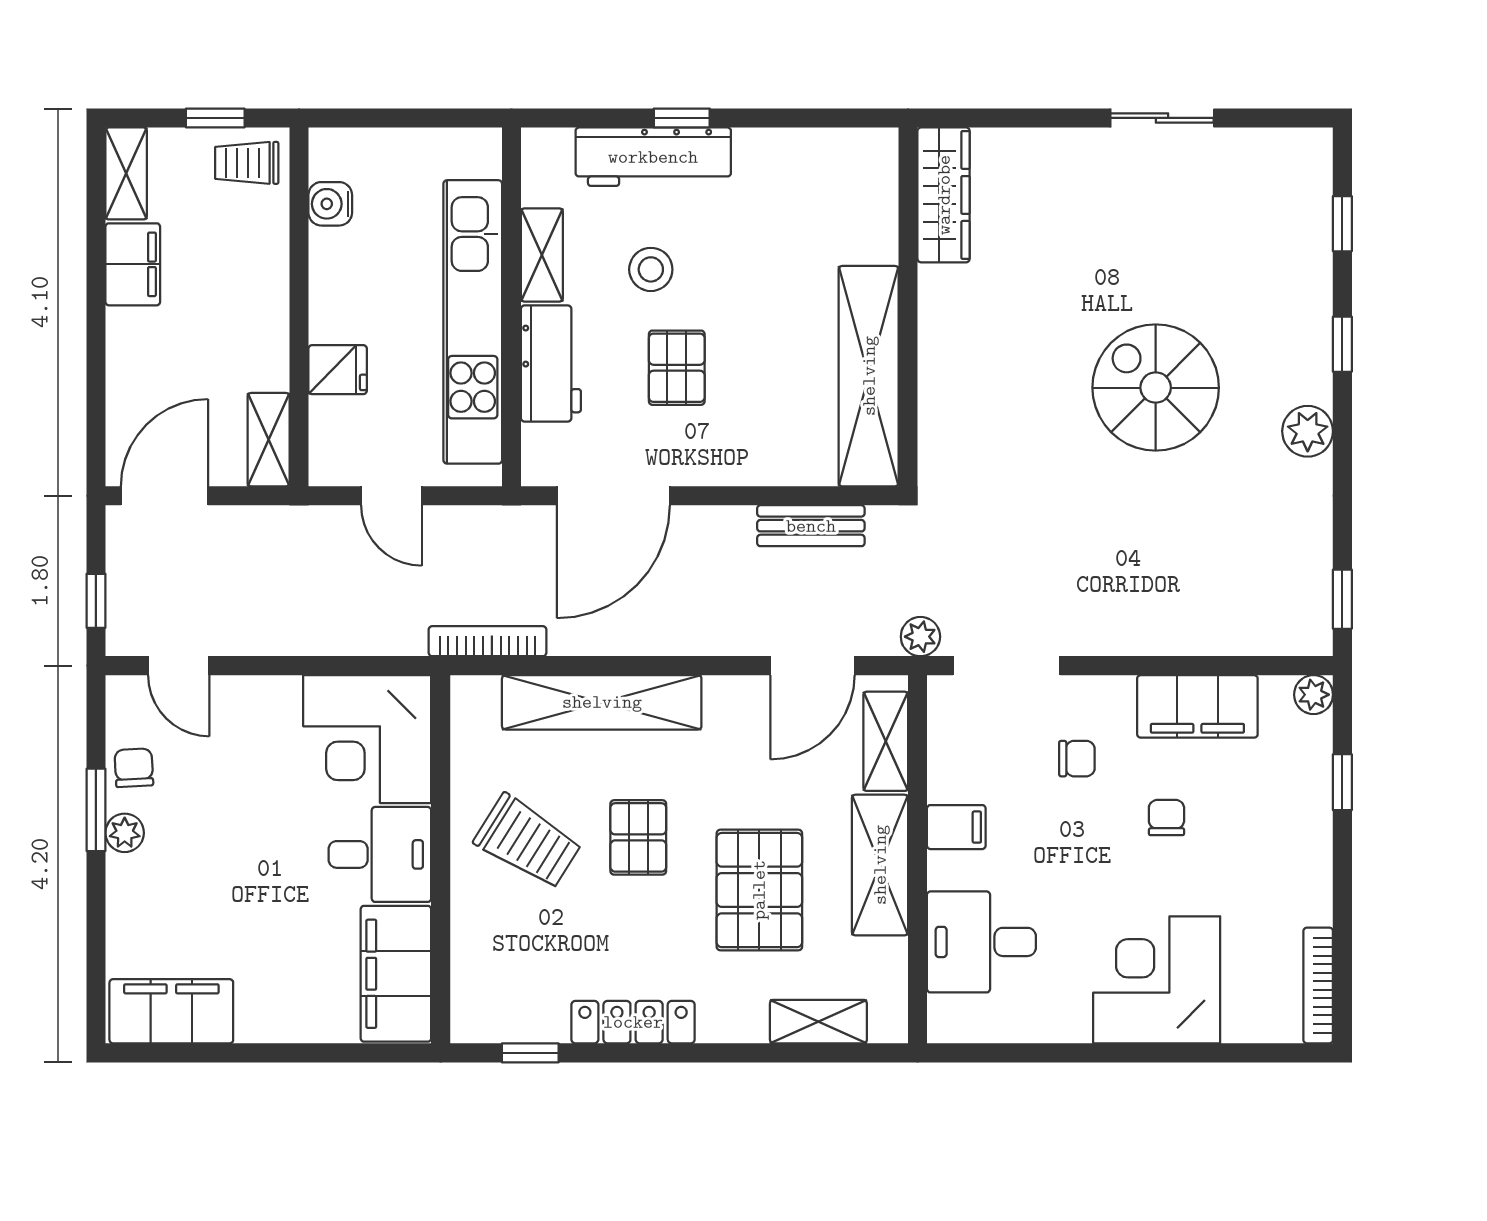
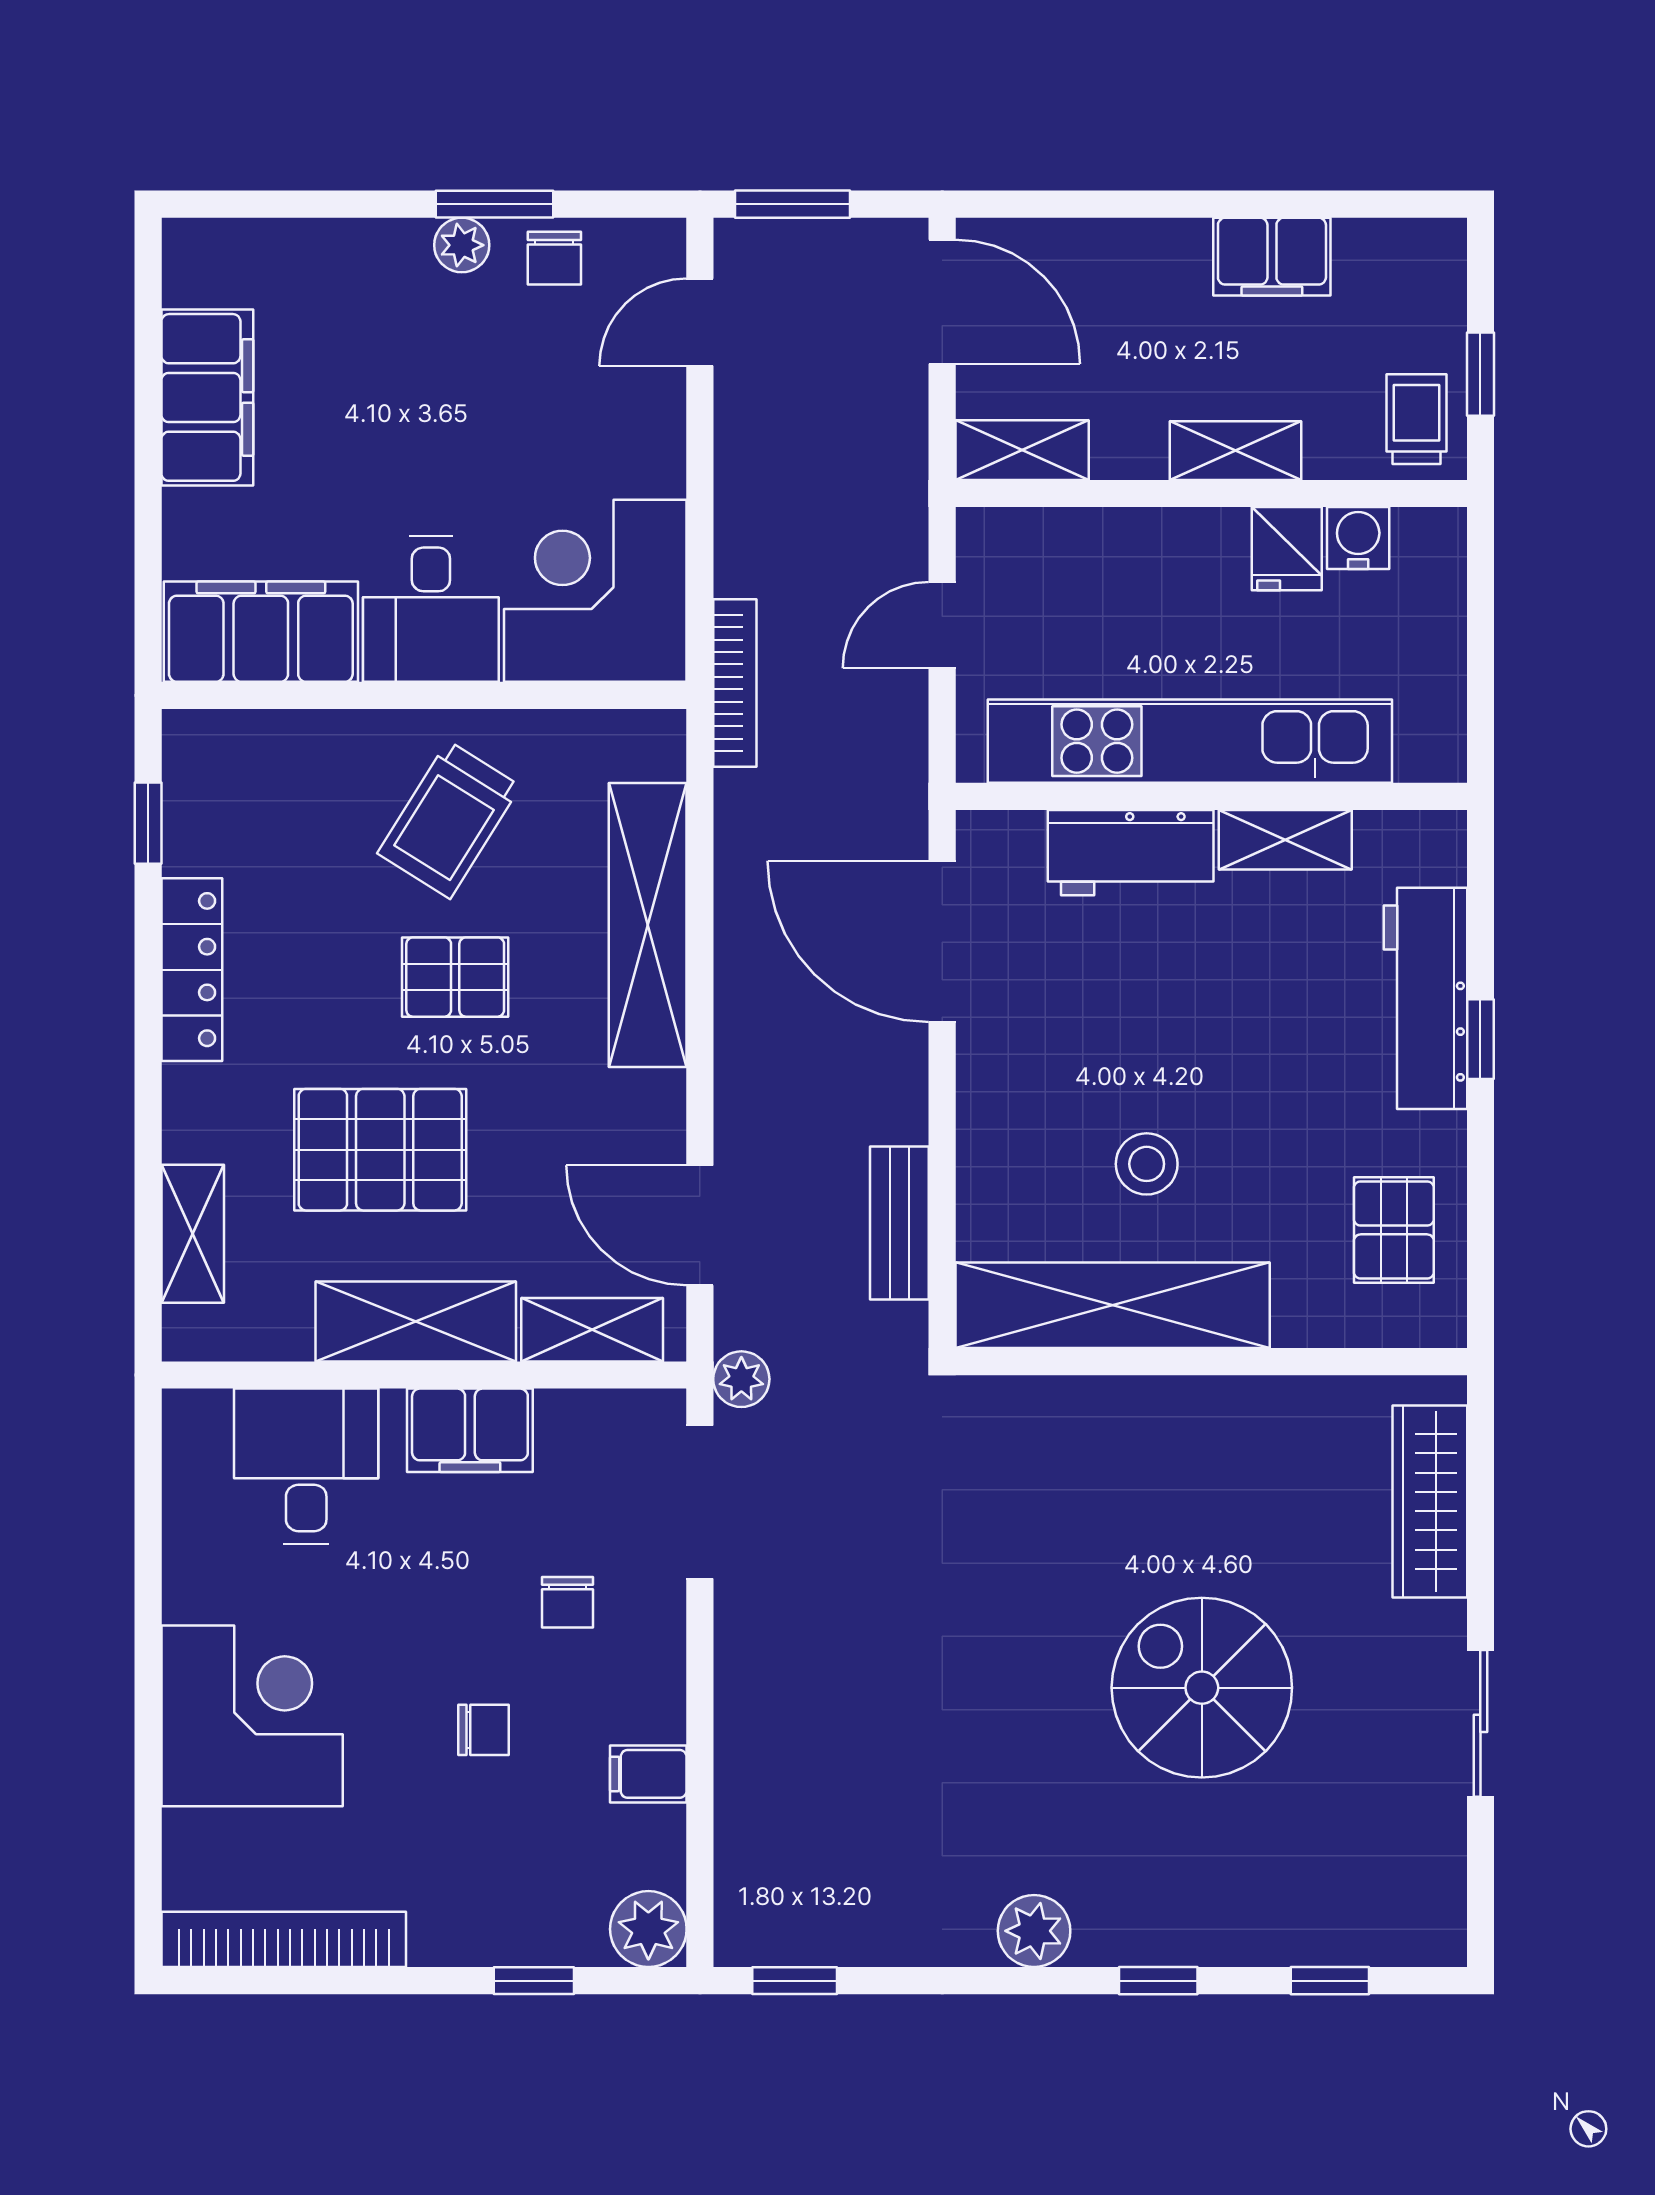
shelving: (126, 173) -> (1235, 451), moved
wardrobe: (944, 195) -> (1430, 1502), moved, turned 90
stool: (651, 269) -> (1147, 1164), moved
pallet: (677, 368) -> (1394, 1230), moved, turned 90
fridge: (338, 370) -> (1287, 549), moved
spiral stairs: (1156, 388) -> (1202, 1688), moved, turned -90
window: (96, 601) -> (792, 204), width x1.50
bookcase: (487, 641) -> (735, 683), moved
plant: (1314, 695) -> (648, 1929), width x1.38, depth x1.38
filing cabinet: (1197, 706) -> (648, 1774), width x0.33, depth x0.86
chair: (134, 768) -> (554, 258), turned 93
filing cabinet: (956, 827) -> (470, 1430), width x2.00
bookcase: (1318, 985) -> (284, 1939), width x1.48, depth x1.31
filing cabinet: (171, 1011) -> (207, 397), moved

